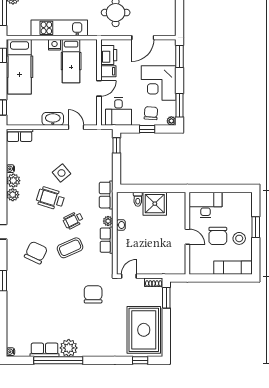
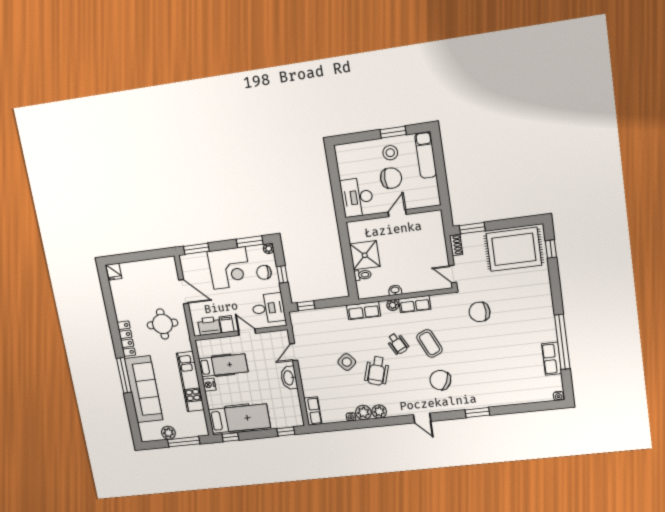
window: (256, 227) -> (393, 132), moved
plant: (69, 348) -> (546, 332), removed

